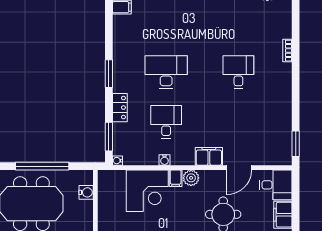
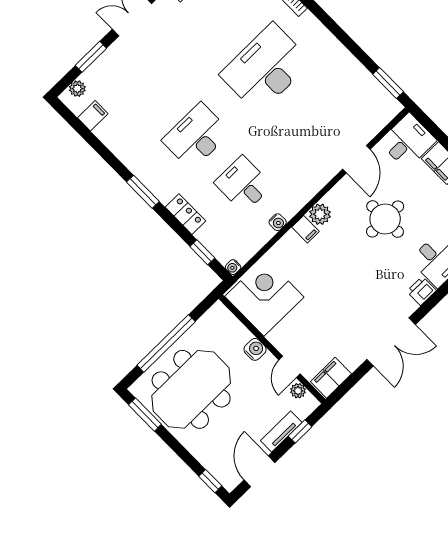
desk: (238, 72) -> (266, 68), width x1.87, depth x1.30
window: (109, 137) -> (202, 252), width x0.67
filing cabinet: (209, 156) -> (317, 177), removed
corner desk: (147, 191) -> (264, 297), moved, turned -90
water cooler: (86, 192) -> (255, 349), moved

